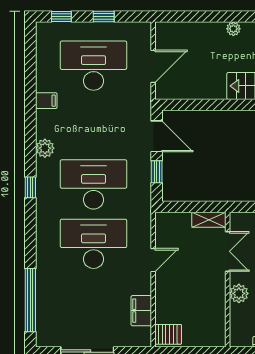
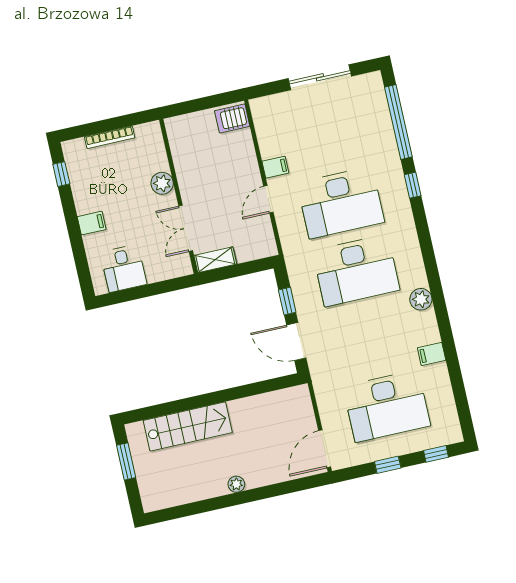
door: (153, 66) -> (325, 449), moved
window: (30, 187) -> (413, 185), moved
filing cabinet: (141, 311) -> (275, 167), moved, width x0.50

